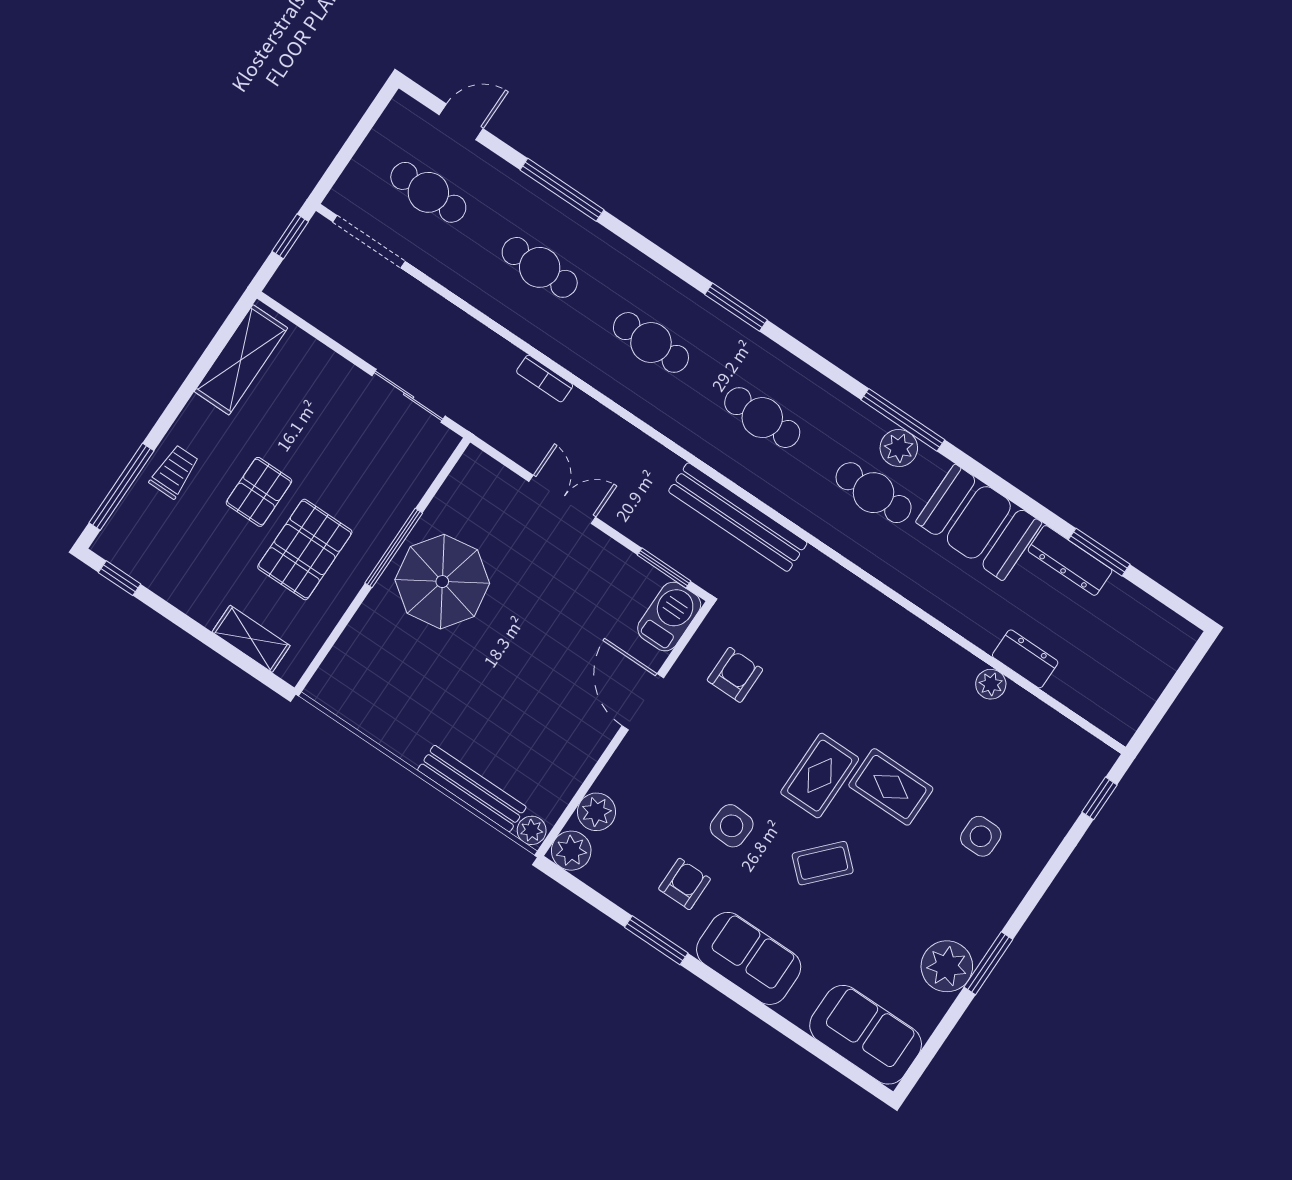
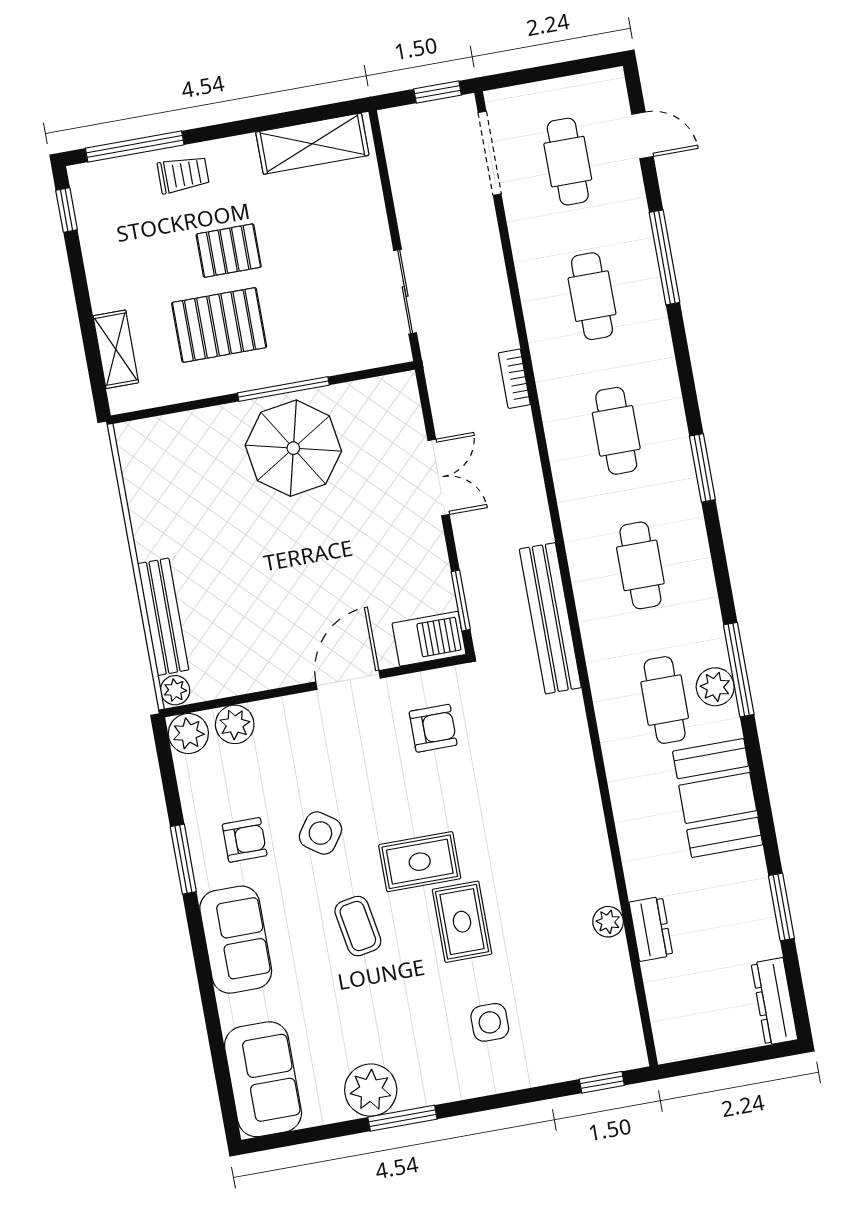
dresser: (1070, 560) -> (774, 1001), moved
side table: (732, 826) -> (320, 833), turned 32
coffee table: (823, 863) -> (358, 926), turned 37

